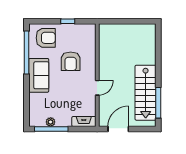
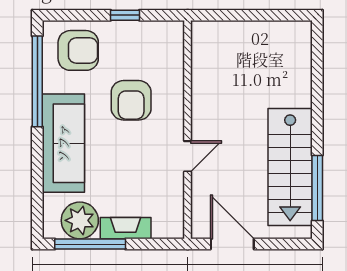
sofa: (39, 75) -> (63, 143), width x1.36
plant: (51, 122) -> (80, 220), width x1.88, depth x1.88
fireplace: (84, 122) -> (126, 228), moved
door: (118, 129) -> (232, 244), hinge flipped

